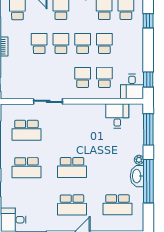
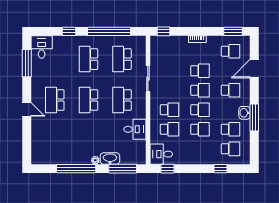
desk: (117, 116) -> (135, 129), moved
washbasin: (137, 176) -> (110, 158), moved
school desk: (118, 205) -> (122, 100), moved

